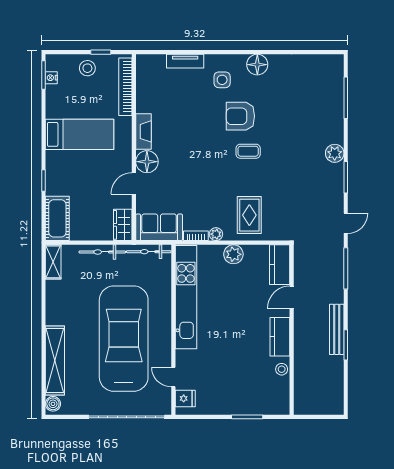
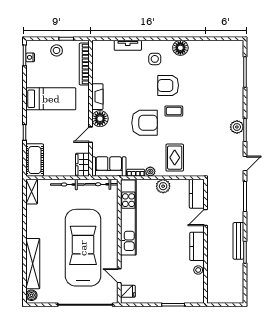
plant: (335, 153) -> (237, 127), moved
armchair: (208, 167) -> (145, 123), added

